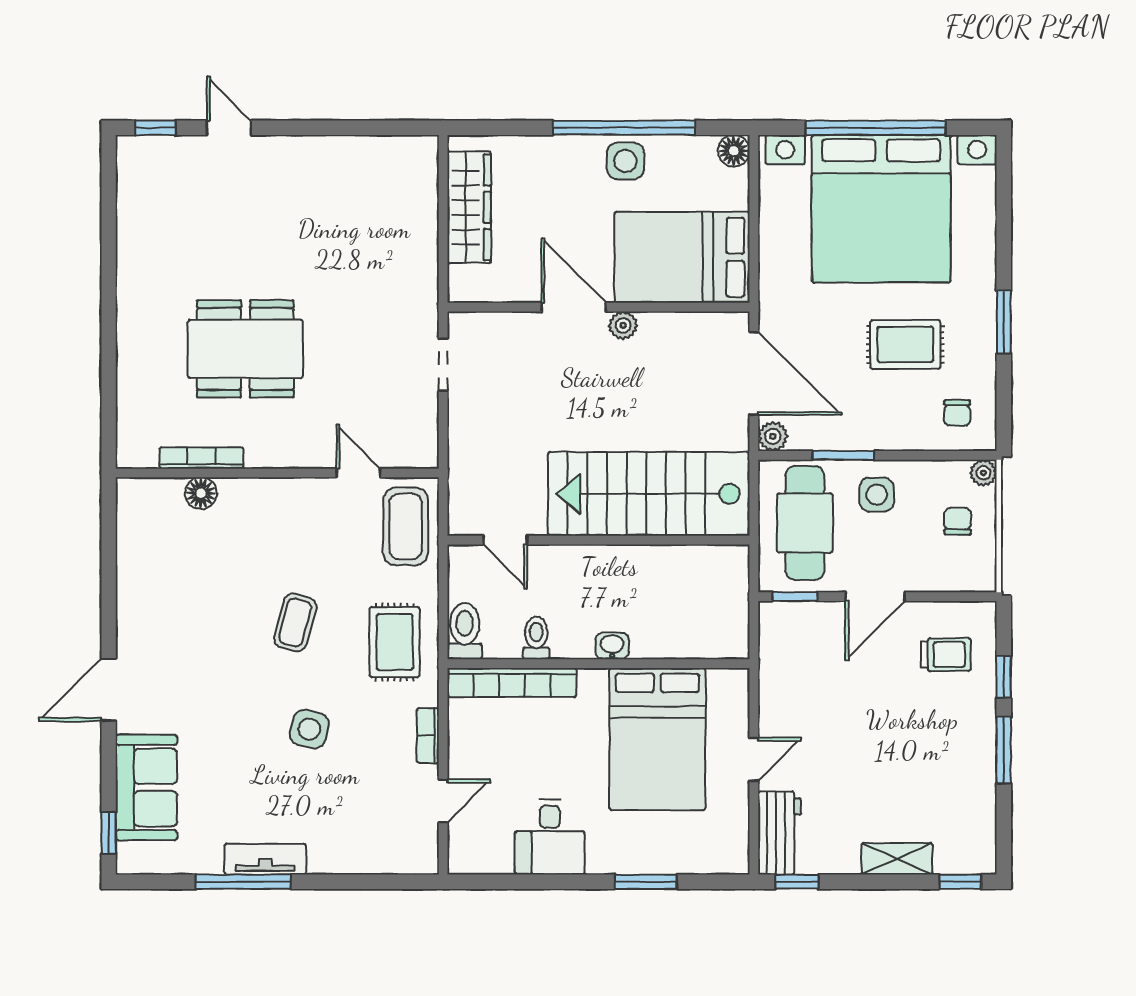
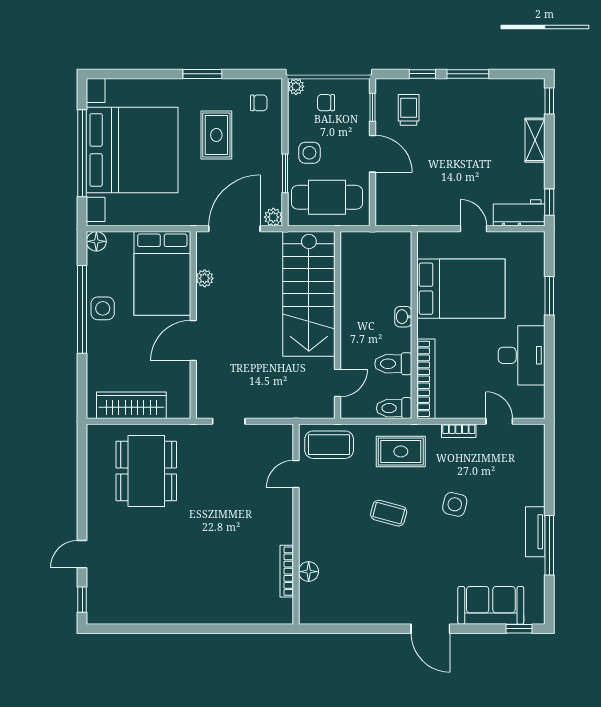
plant: (623, 325) -> (205, 278), moved
dining table: (245, 349) -> (146, 471), moved
window: (795, 597) -> (373, 107), moved
toilet: (536, 638) -> (393, 364), width x1.37, depth x1.39
desk: (550, 837) -> (522, 355), width x1.37

